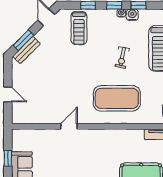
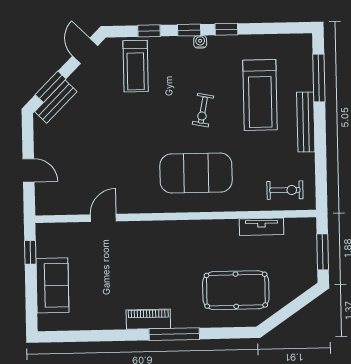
water cooler: (132, 15) -> (217, 44), removed
door: (69, 126) -> (103, 218), moved
window: (8, 158) -> (30, 252), moved

